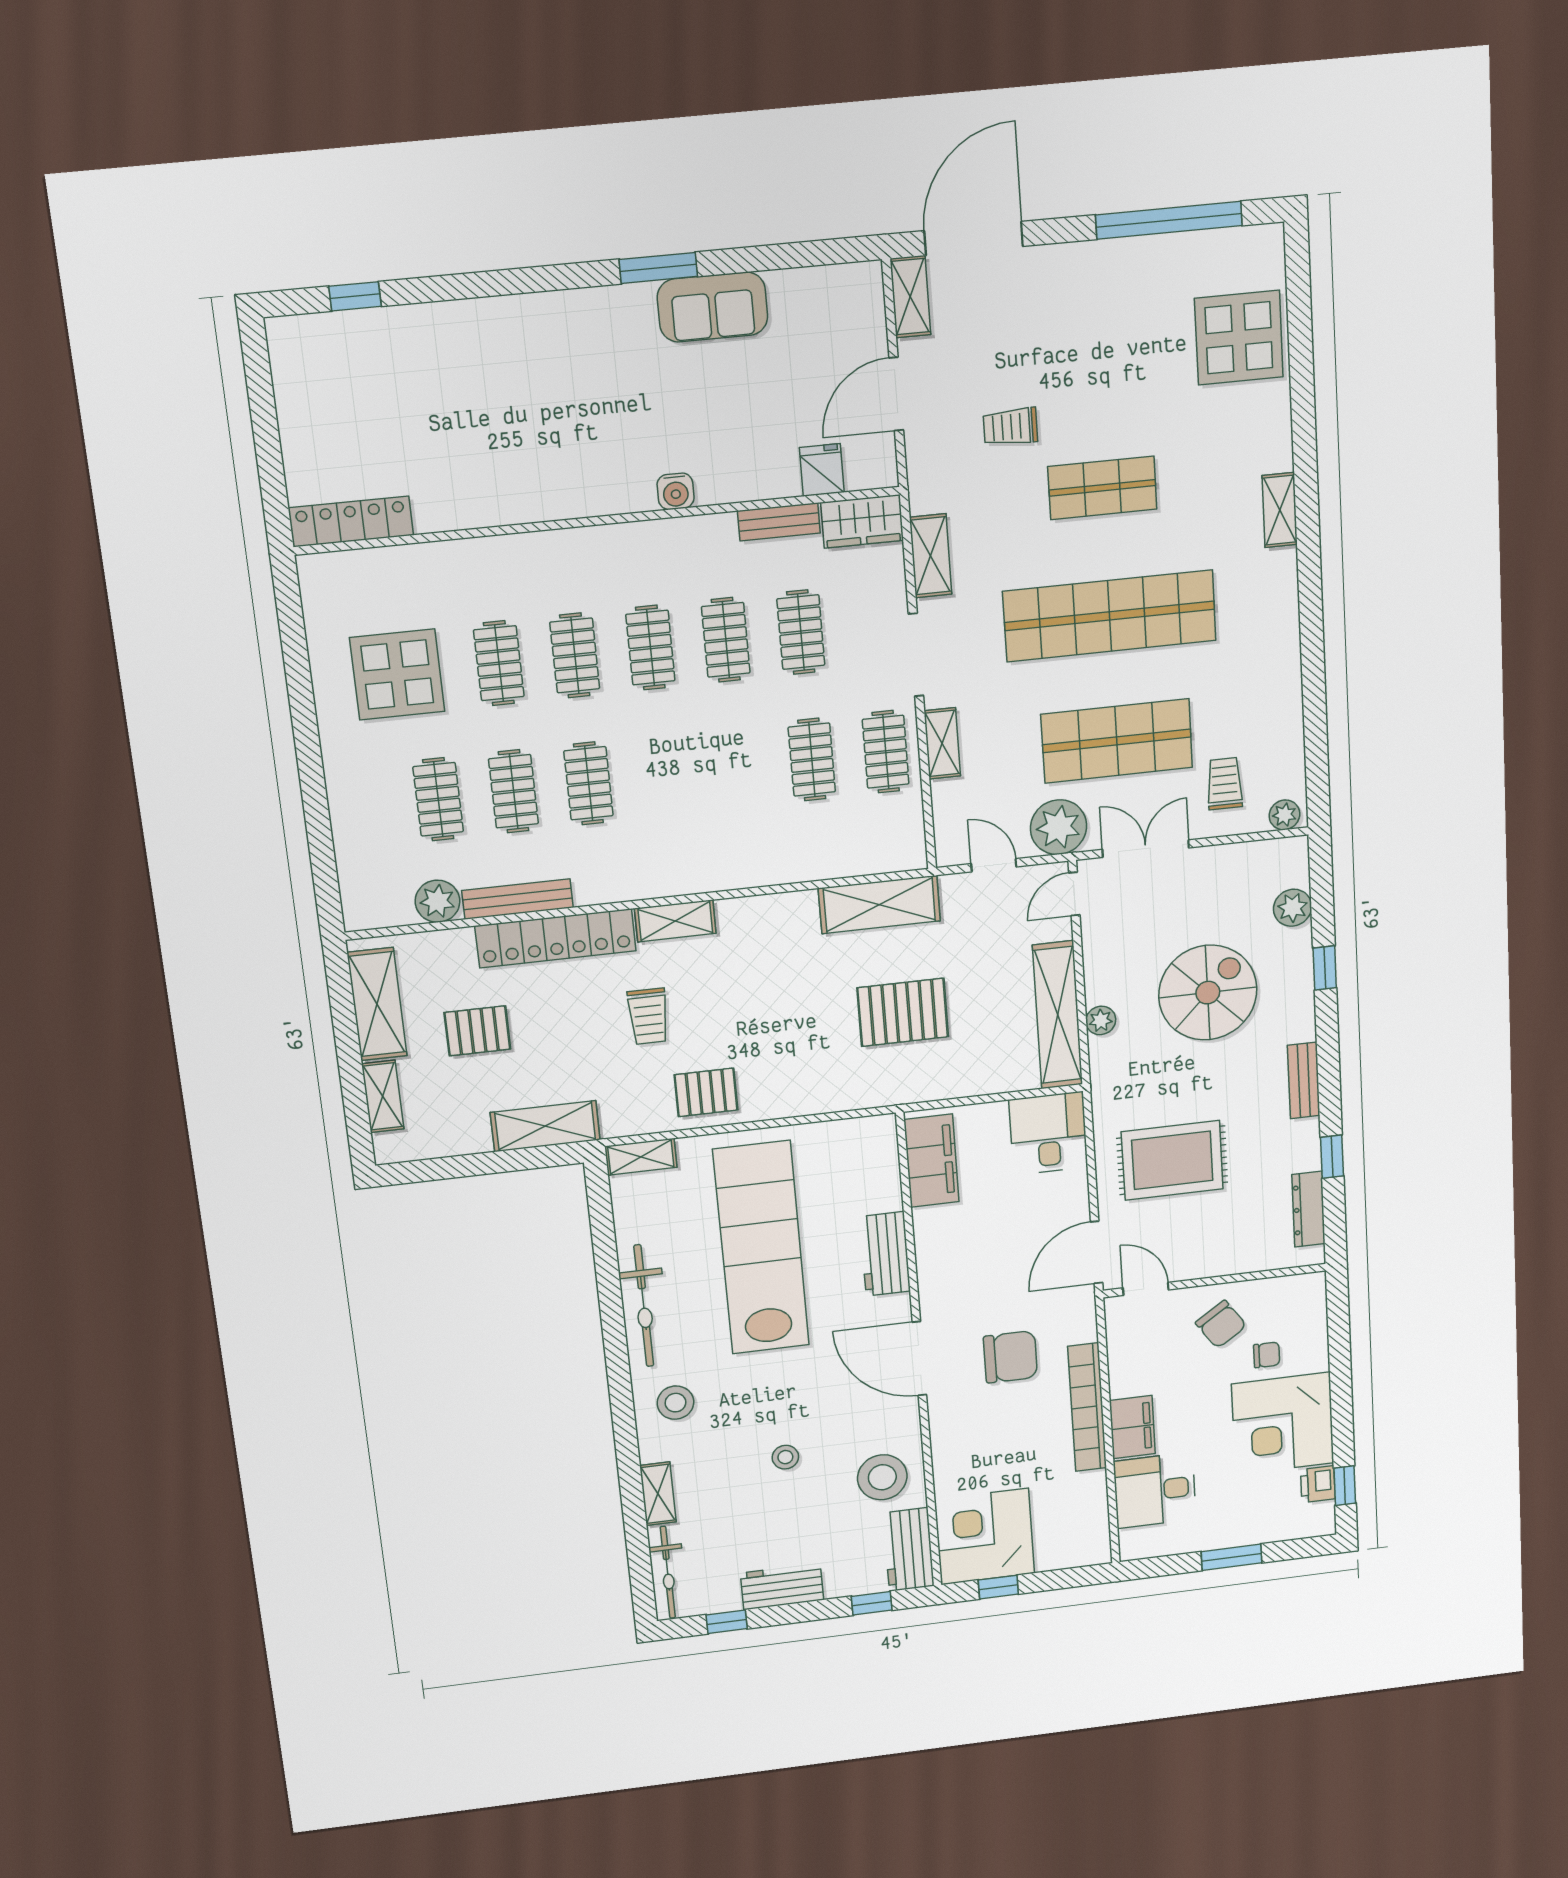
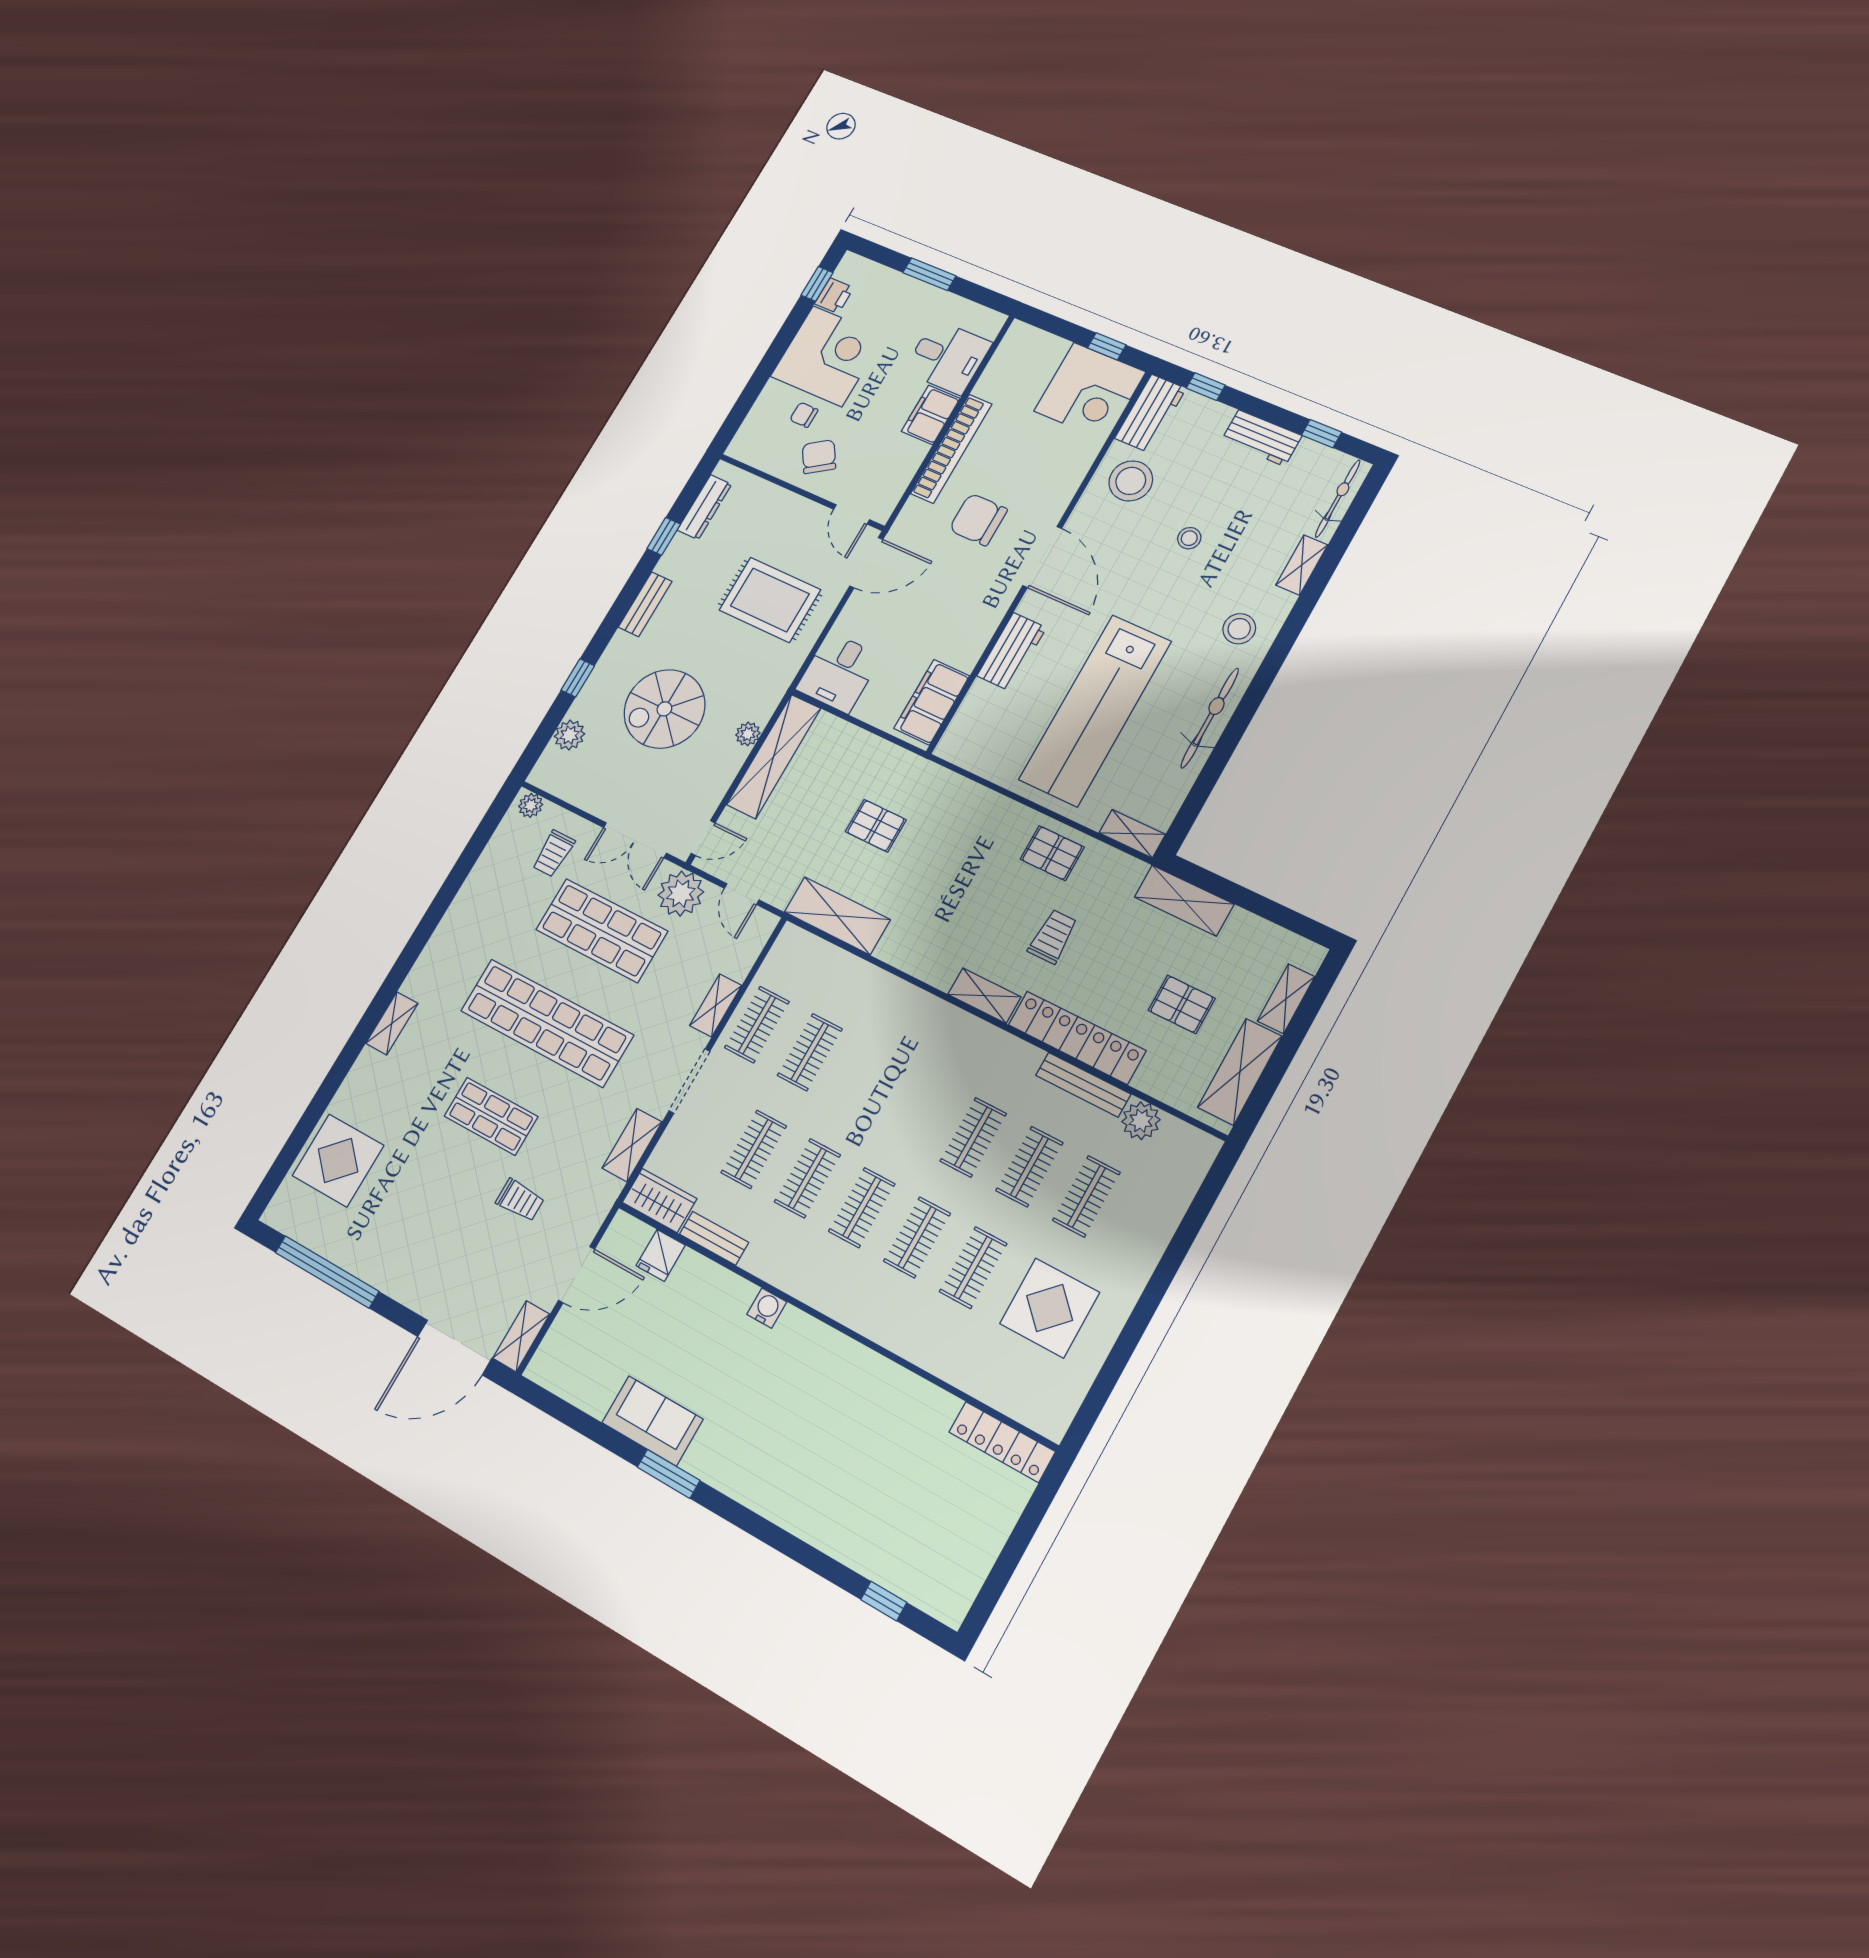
pallet: (903, 1012) -> (876, 826), width x0.67, depth x0.71

